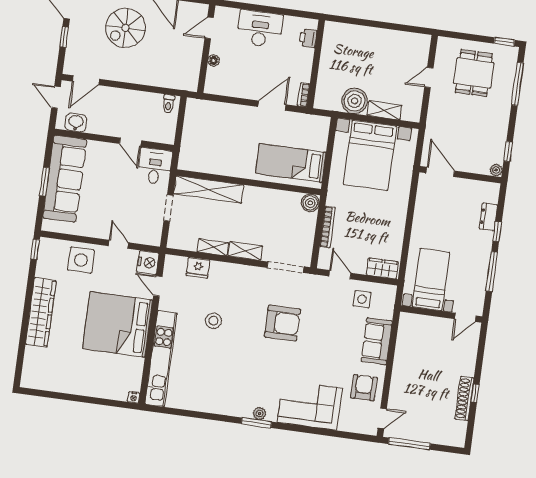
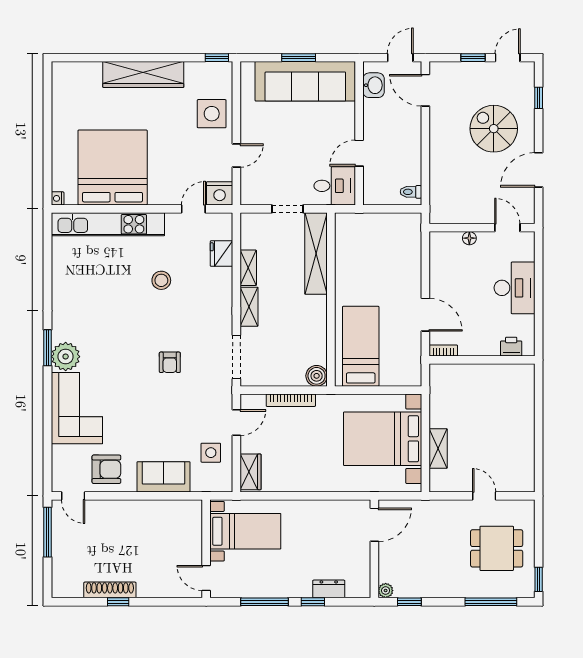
boiler: (355, 101) -> (444, 412), removed
armchair: (282, 323) -> (170, 362), width x0.53, depth x0.53
bed: (118, 324) -> (113, 167), moved
plant: (259, 414) -> (66, 357), width x1.87, depth x1.87

